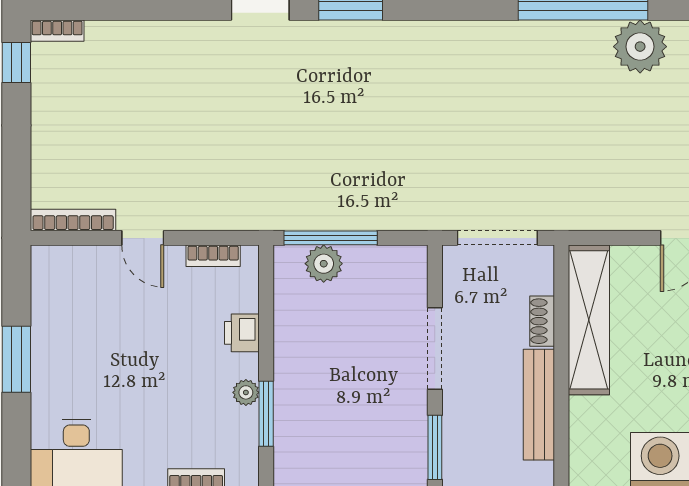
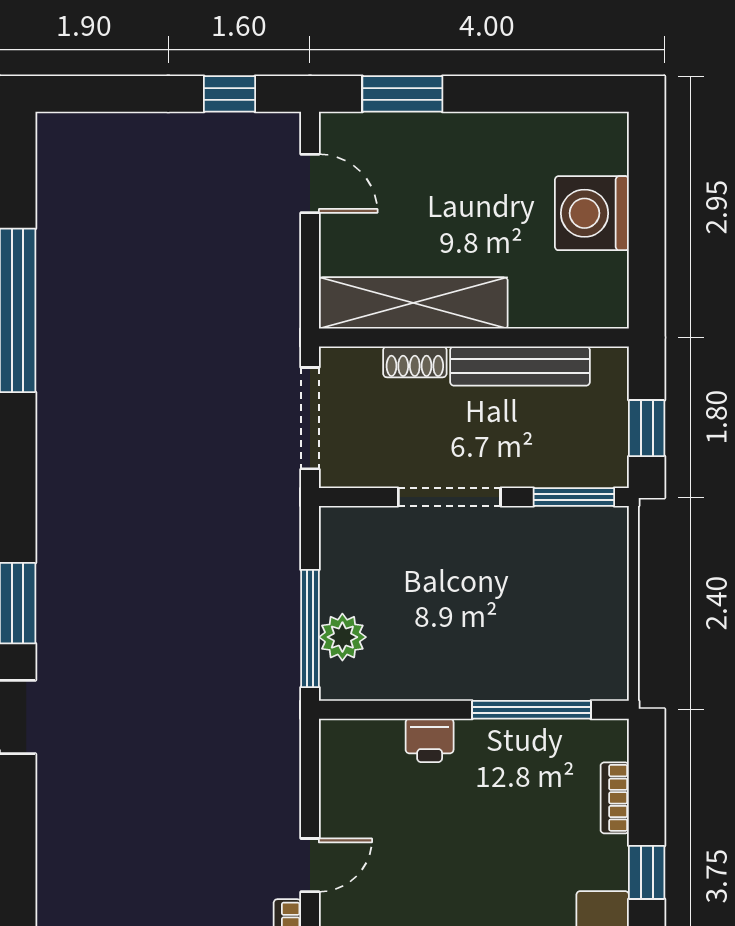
plant: (640, 47) -> (69, 238), removed
bookcase: (213, 256) -> (332, 776), removed
plant: (246, 392) -> (505, 735), removed
window: (266, 414) -> (532, 710), width x1.44

